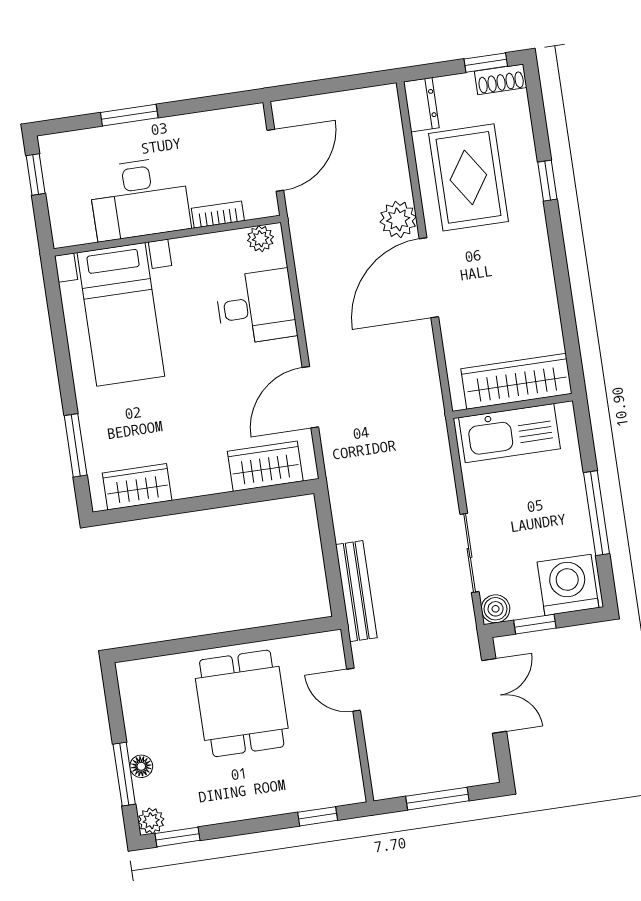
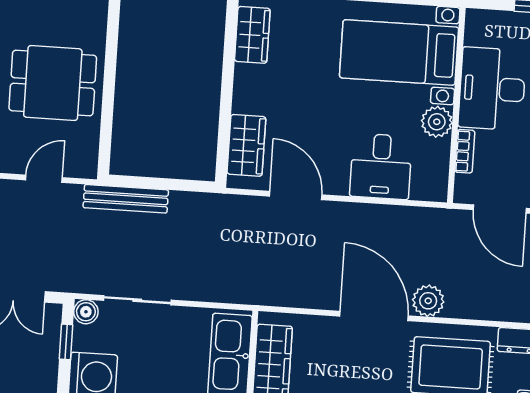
plant: (260, 239) -> (437, 122), moved, width x1.38, depth x1.38

